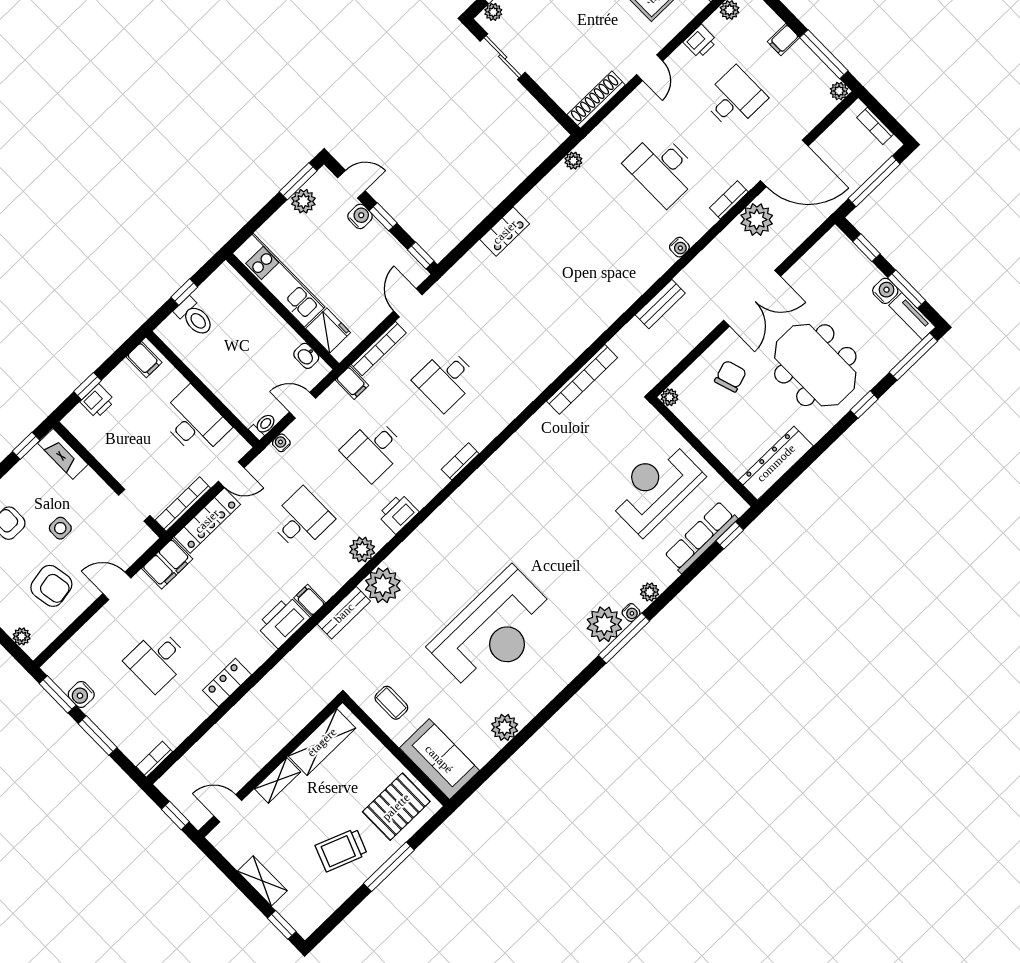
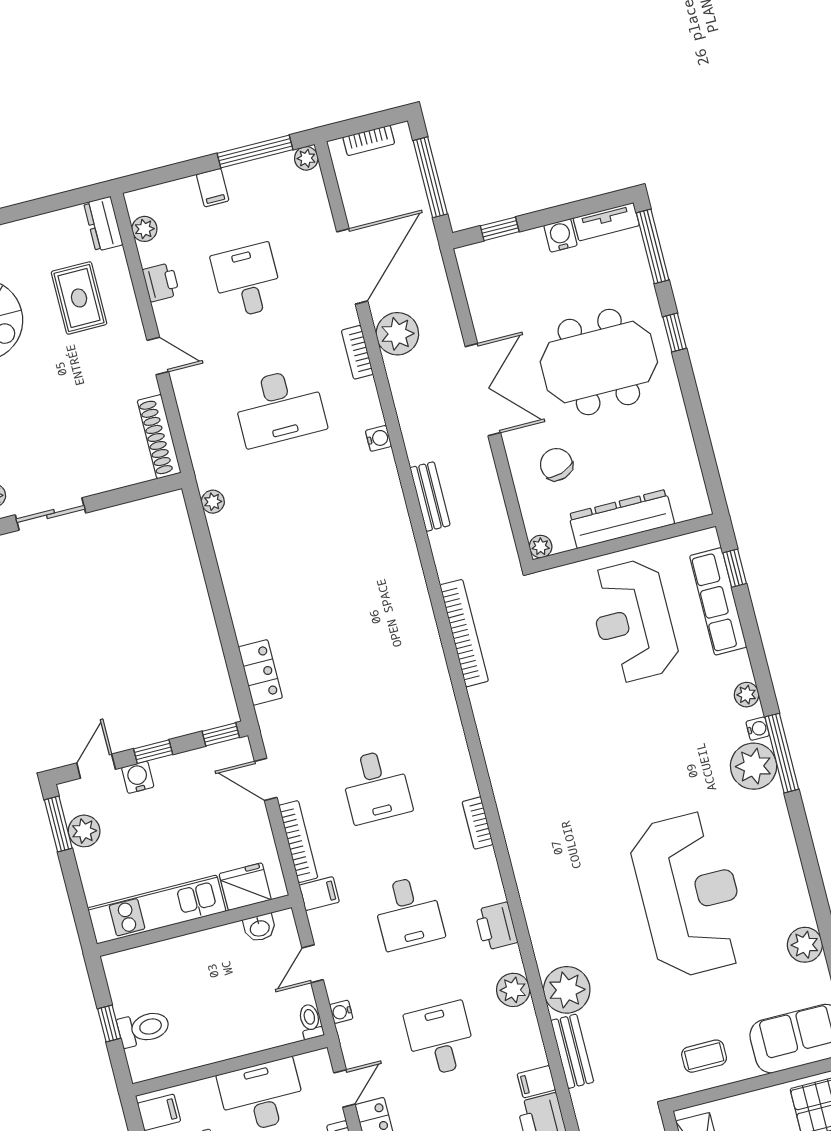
locker: (505, 232) -> (260, 672), moved
window: (907, 289) -> (572, 210), removed
dresser: (776, 463) -> (622, 519), moved, turned 90

